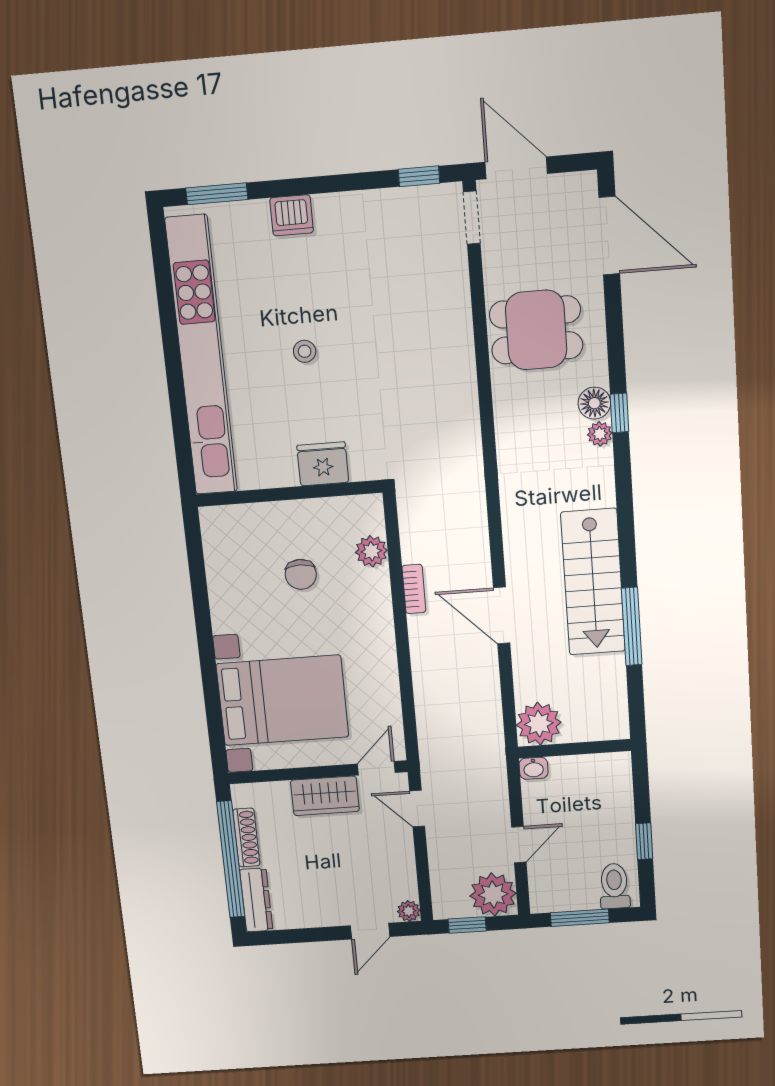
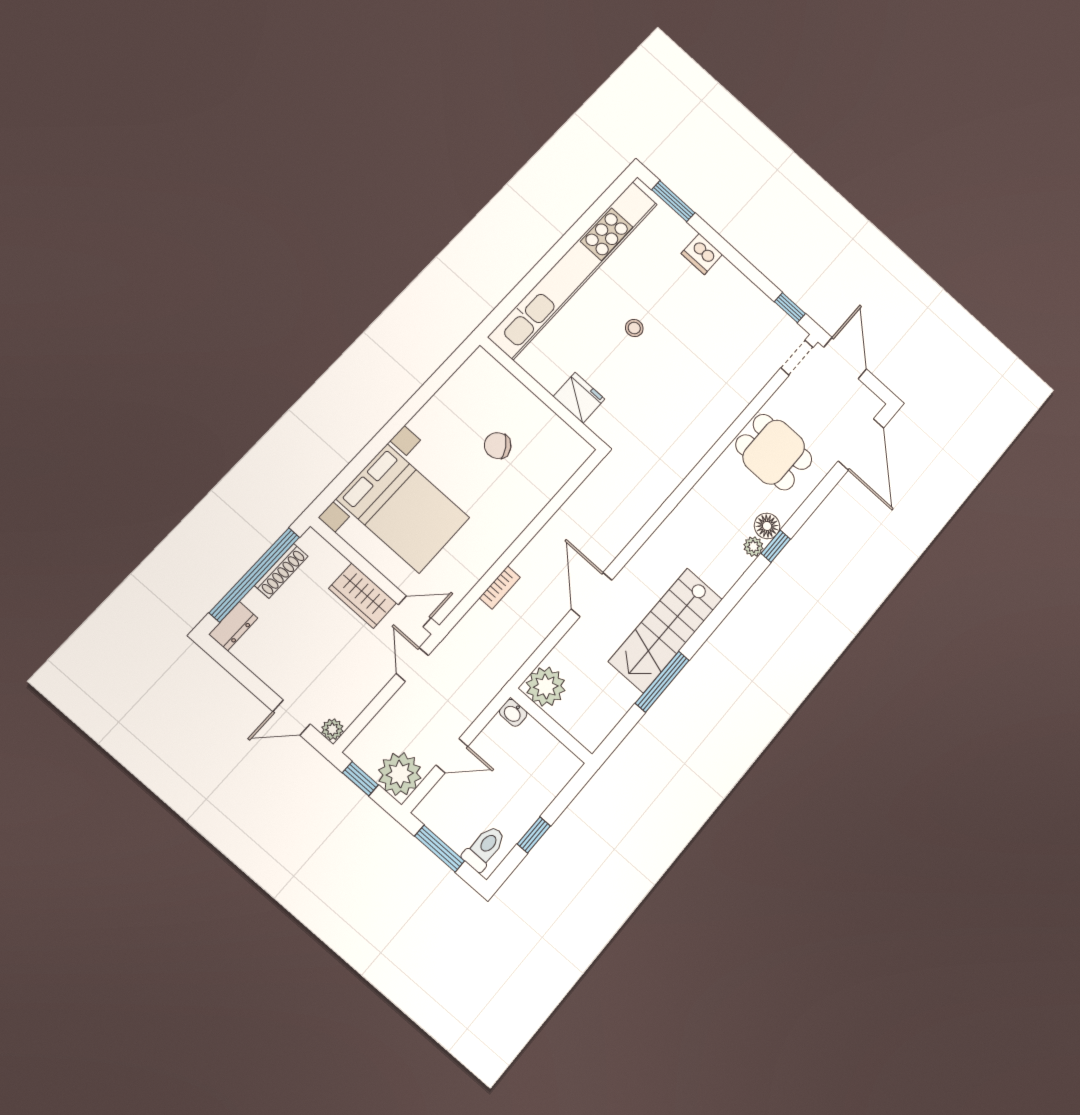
plant: (371, 551) -> (554, 476), removed
chair: (301, 574) -> (498, 446), turned 57
bookcase: (414, 589) -> (500, 588), moved
dresser: (256, 900) -> (233, 626), width x0.70

